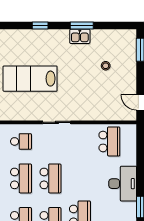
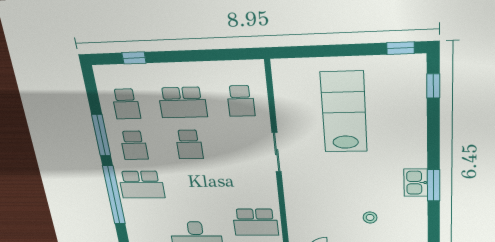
window: (40, 25) -> (433, 86), moved
school desk: (50, 178) -> (189, 144), width x0.54

